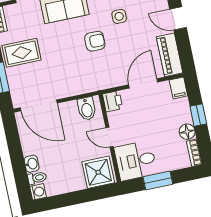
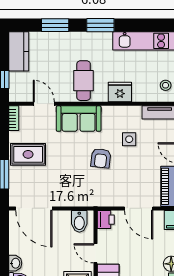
armchair: (95, 41) -> (101, 158), turned 96
door: (143, 83) -> (139, 208), swing flipped

